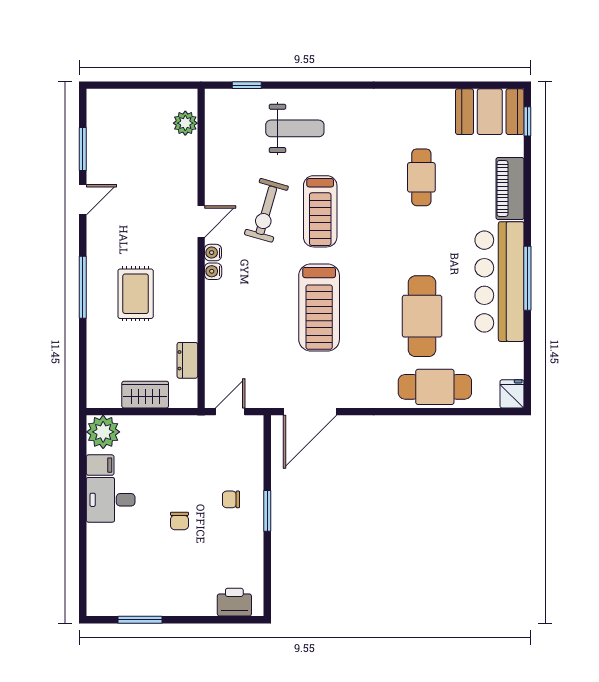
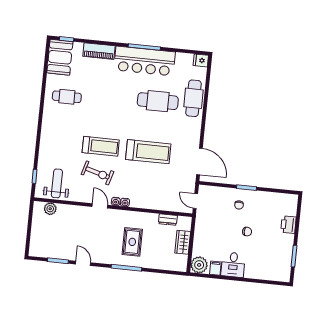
weight bench: (295, 128) -> (57, 183), moved
cafe table: (421, 177) -> (67, 97), moved
rug: (136, 294) -> (132, 242), turned 90
printer: (234, 602) -> (288, 225), moved

